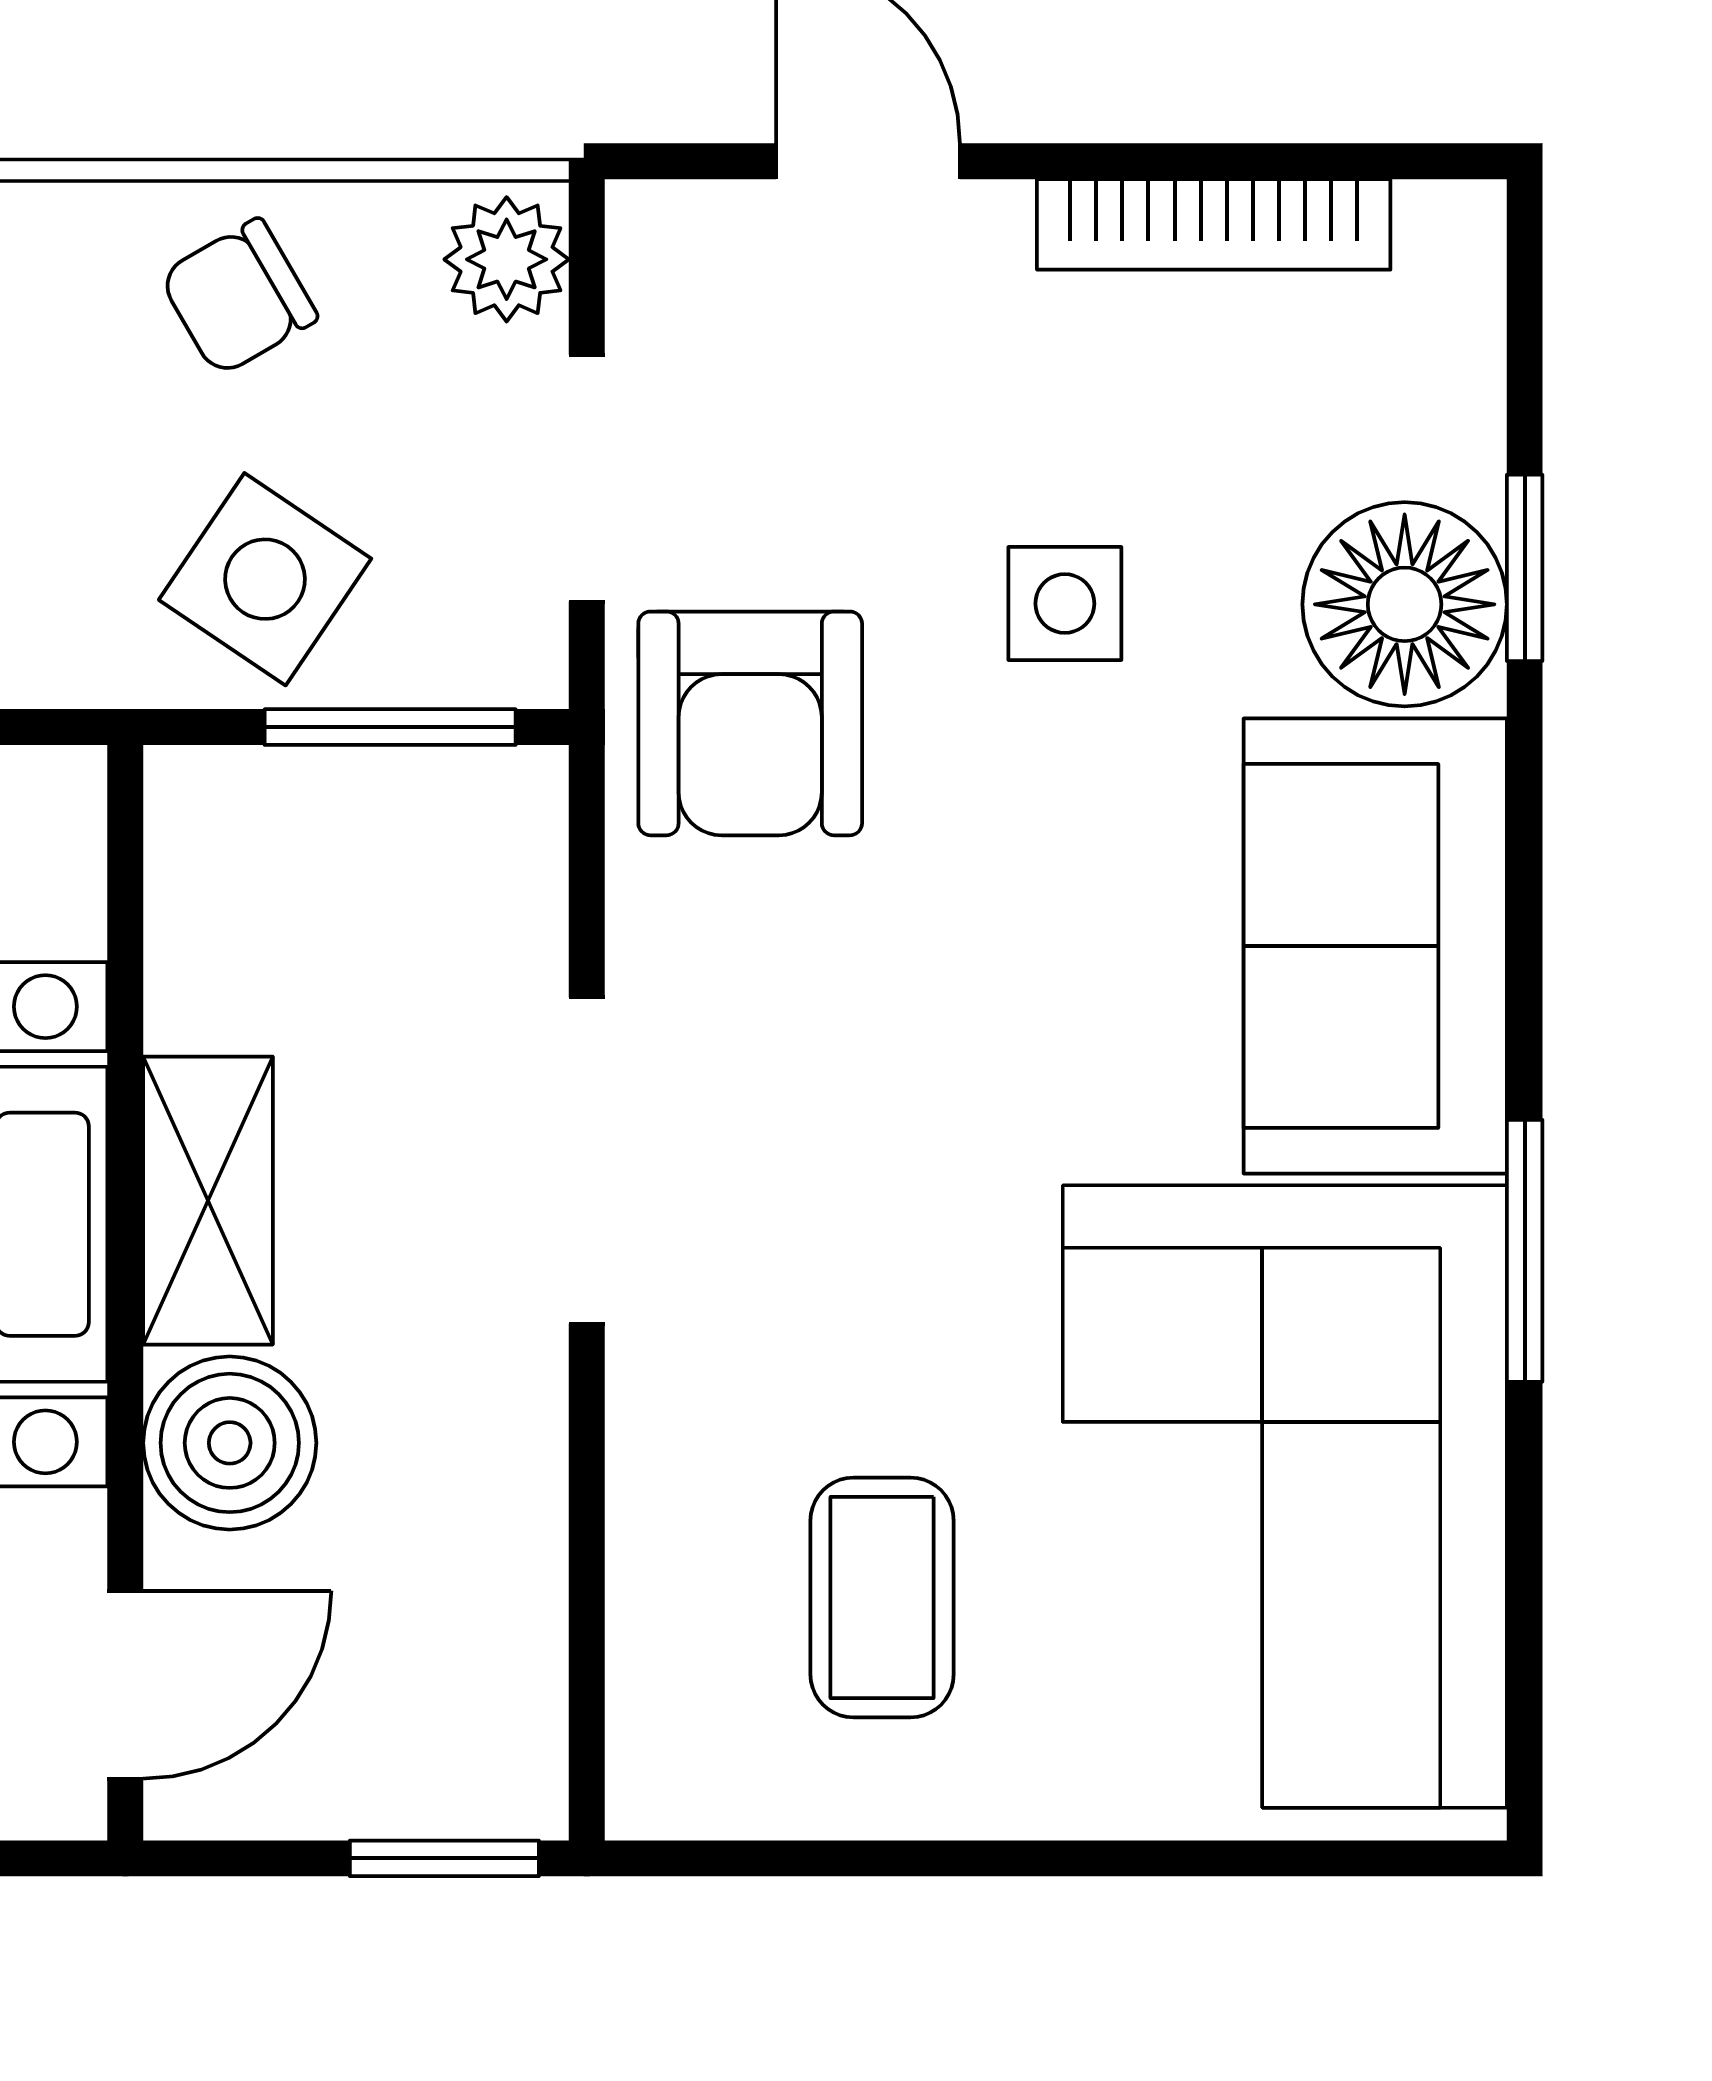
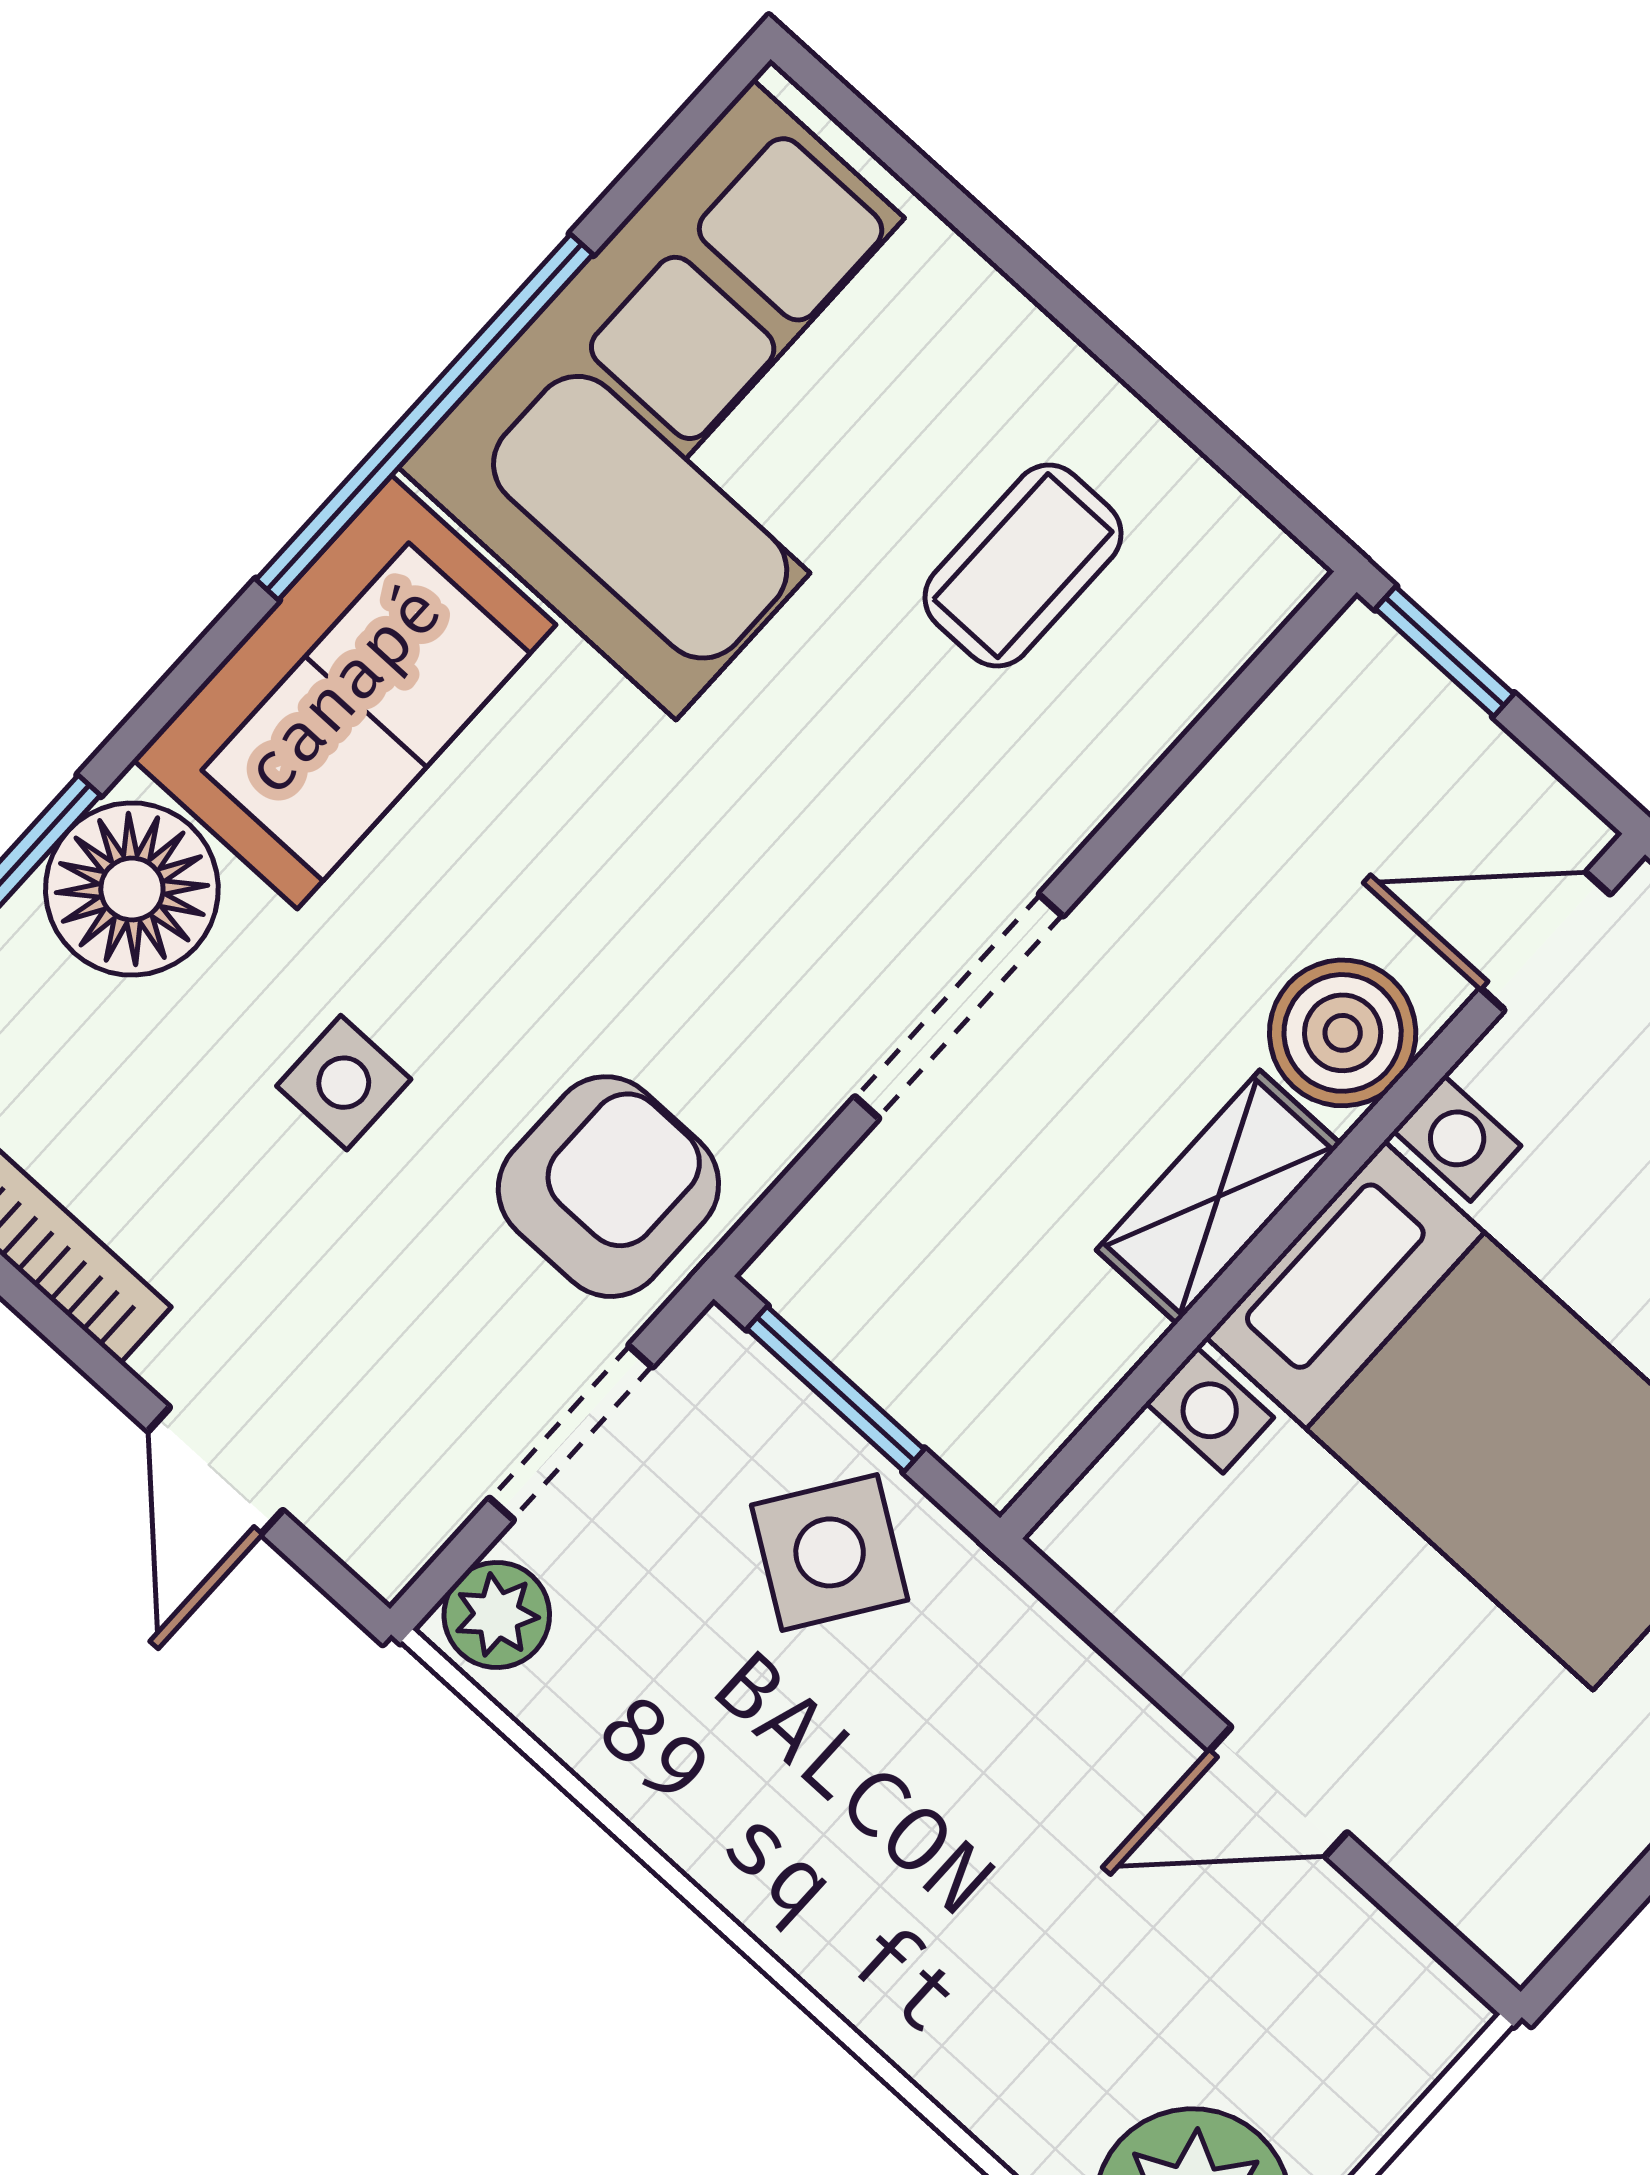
chair: (238, 297) -> (686, 1744), removed
window: (1525, 1251) -> (424, 417), width x2.11

